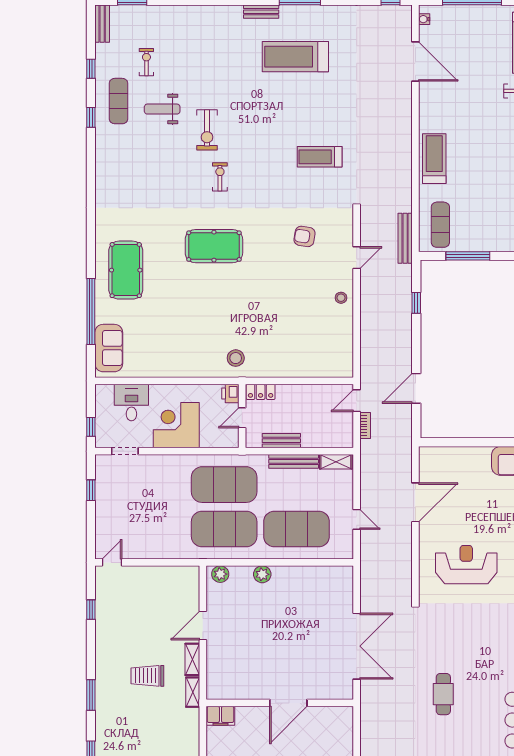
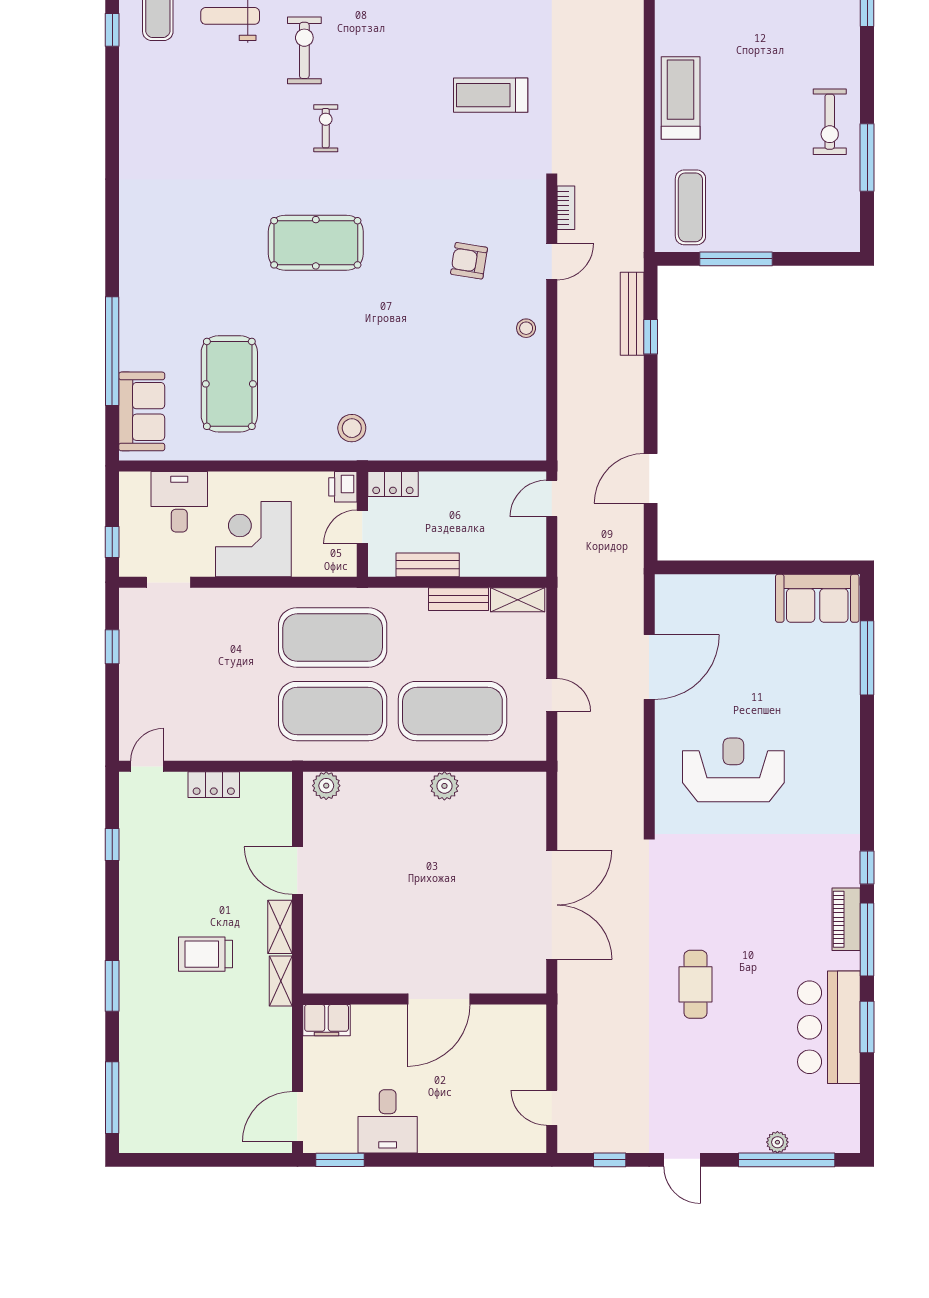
exercise bike: (207, 130) -> (304, 50), turned 180
armchair: (305, 236) -> (469, 261), moved
bench: (405, 238) -> (632, 314), moved
pool table: (126, 270) -> (229, 384), moved
bookcase: (365, 425) -> (566, 208), moved
bench: (294, 461) -> (459, 599), width x0.73
locker: (152, 573) -> (214, 785), added
plant: (262, 574) -> (444, 786), moved
door: (203, 625) -> (297, 871), hinge flipped

